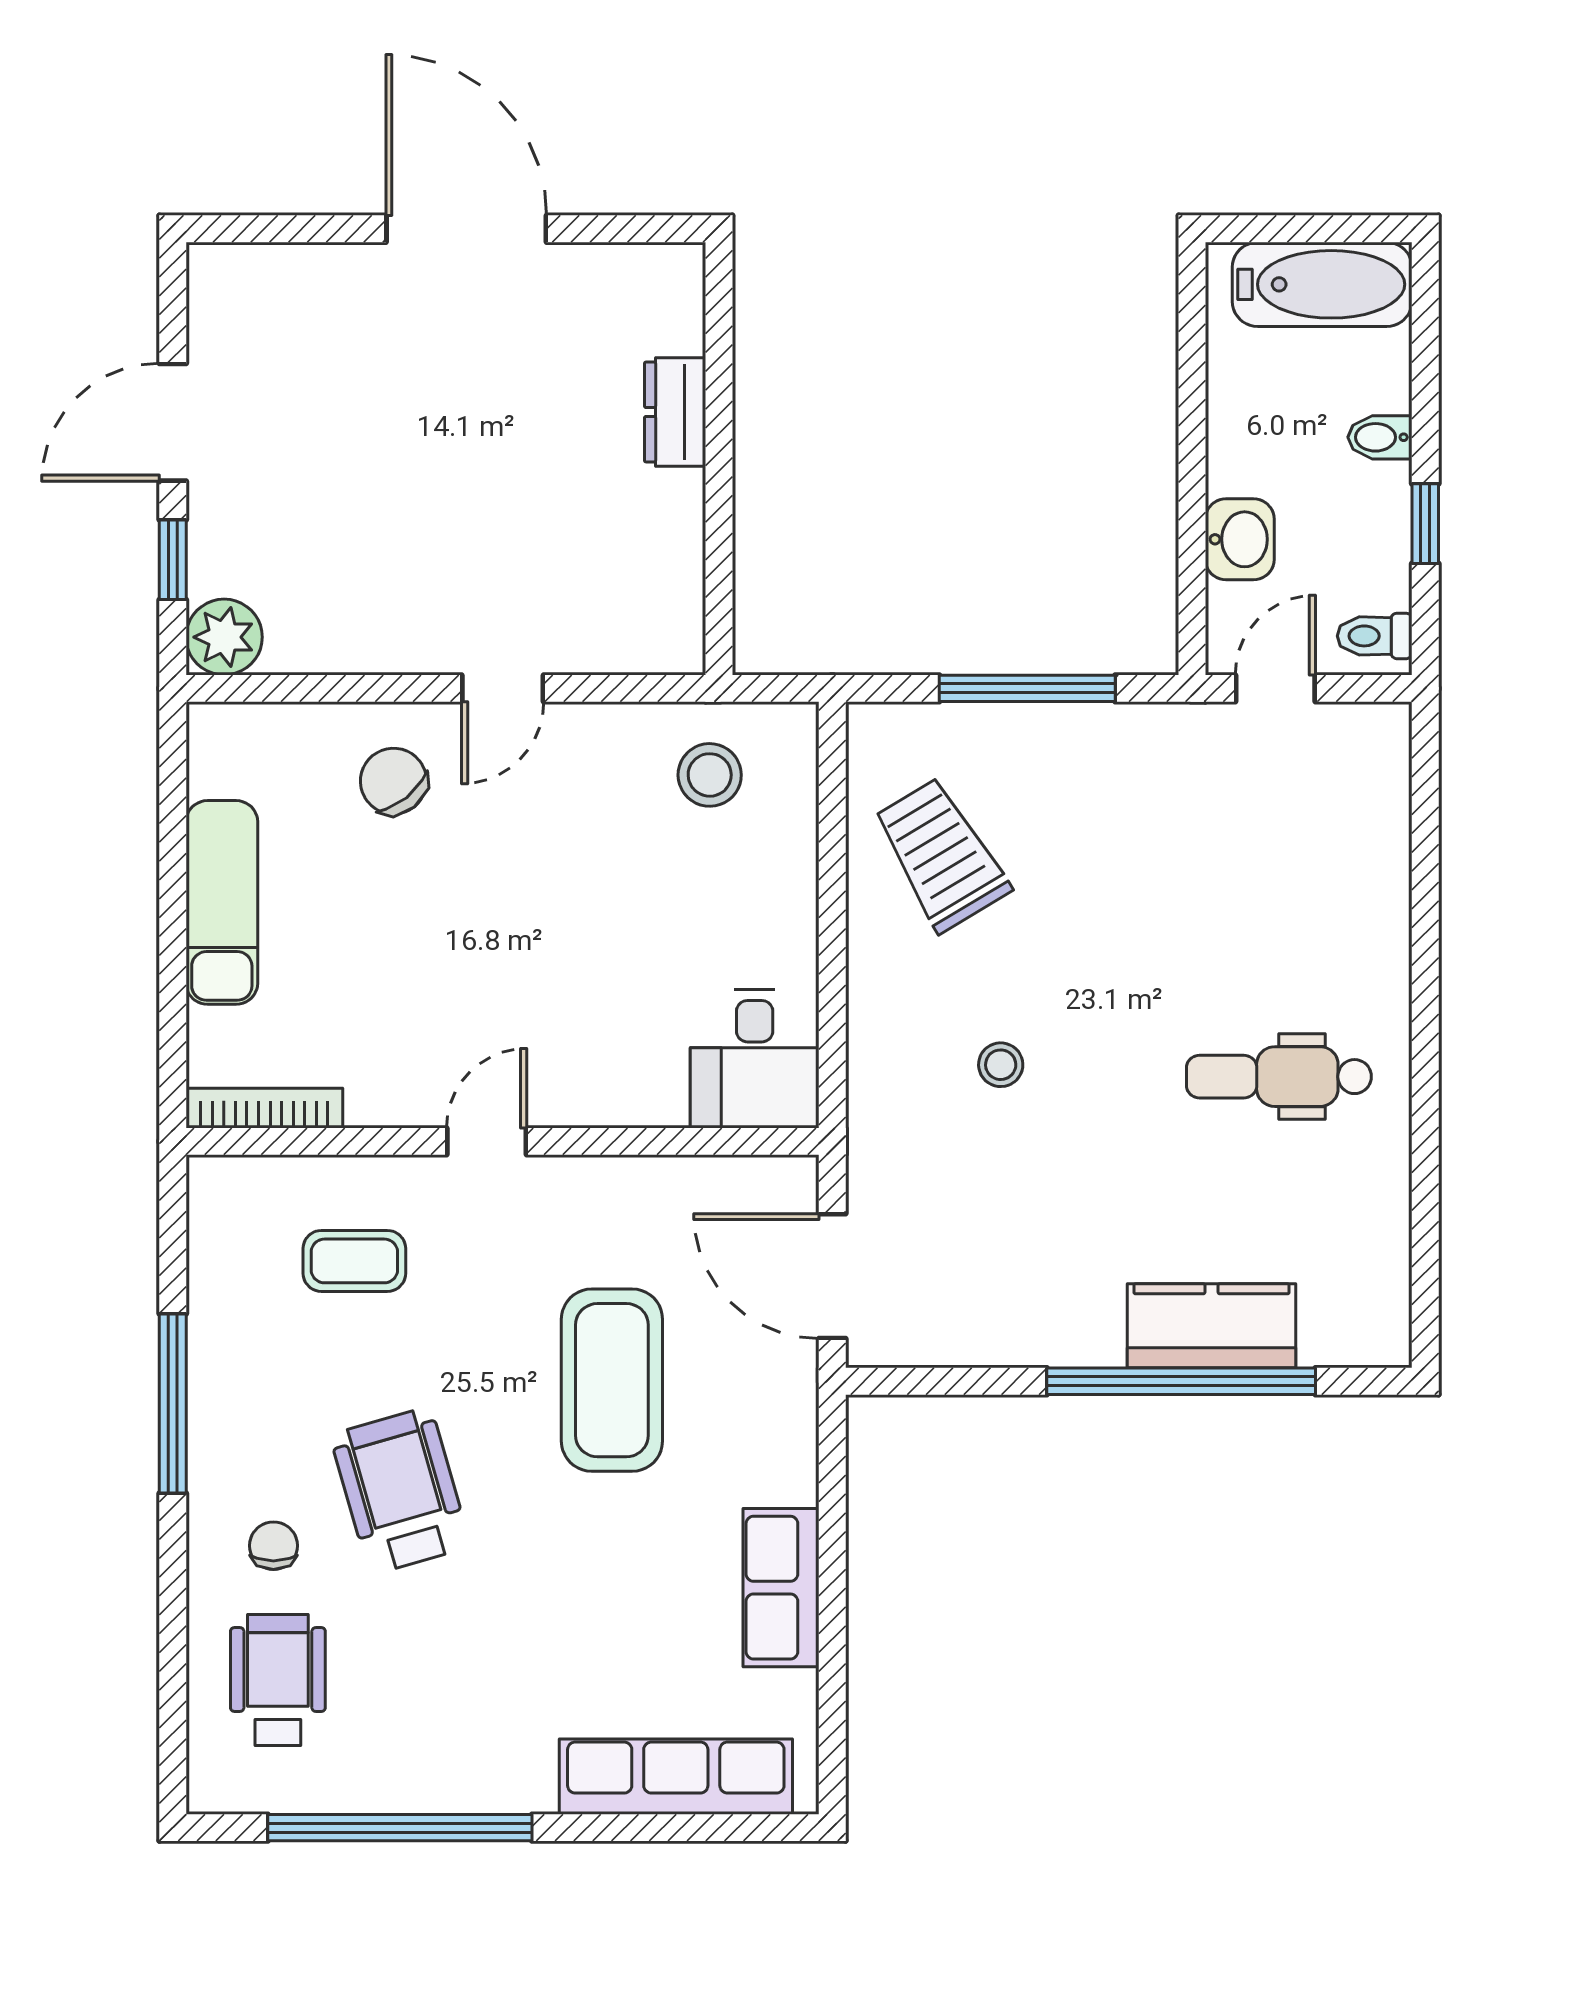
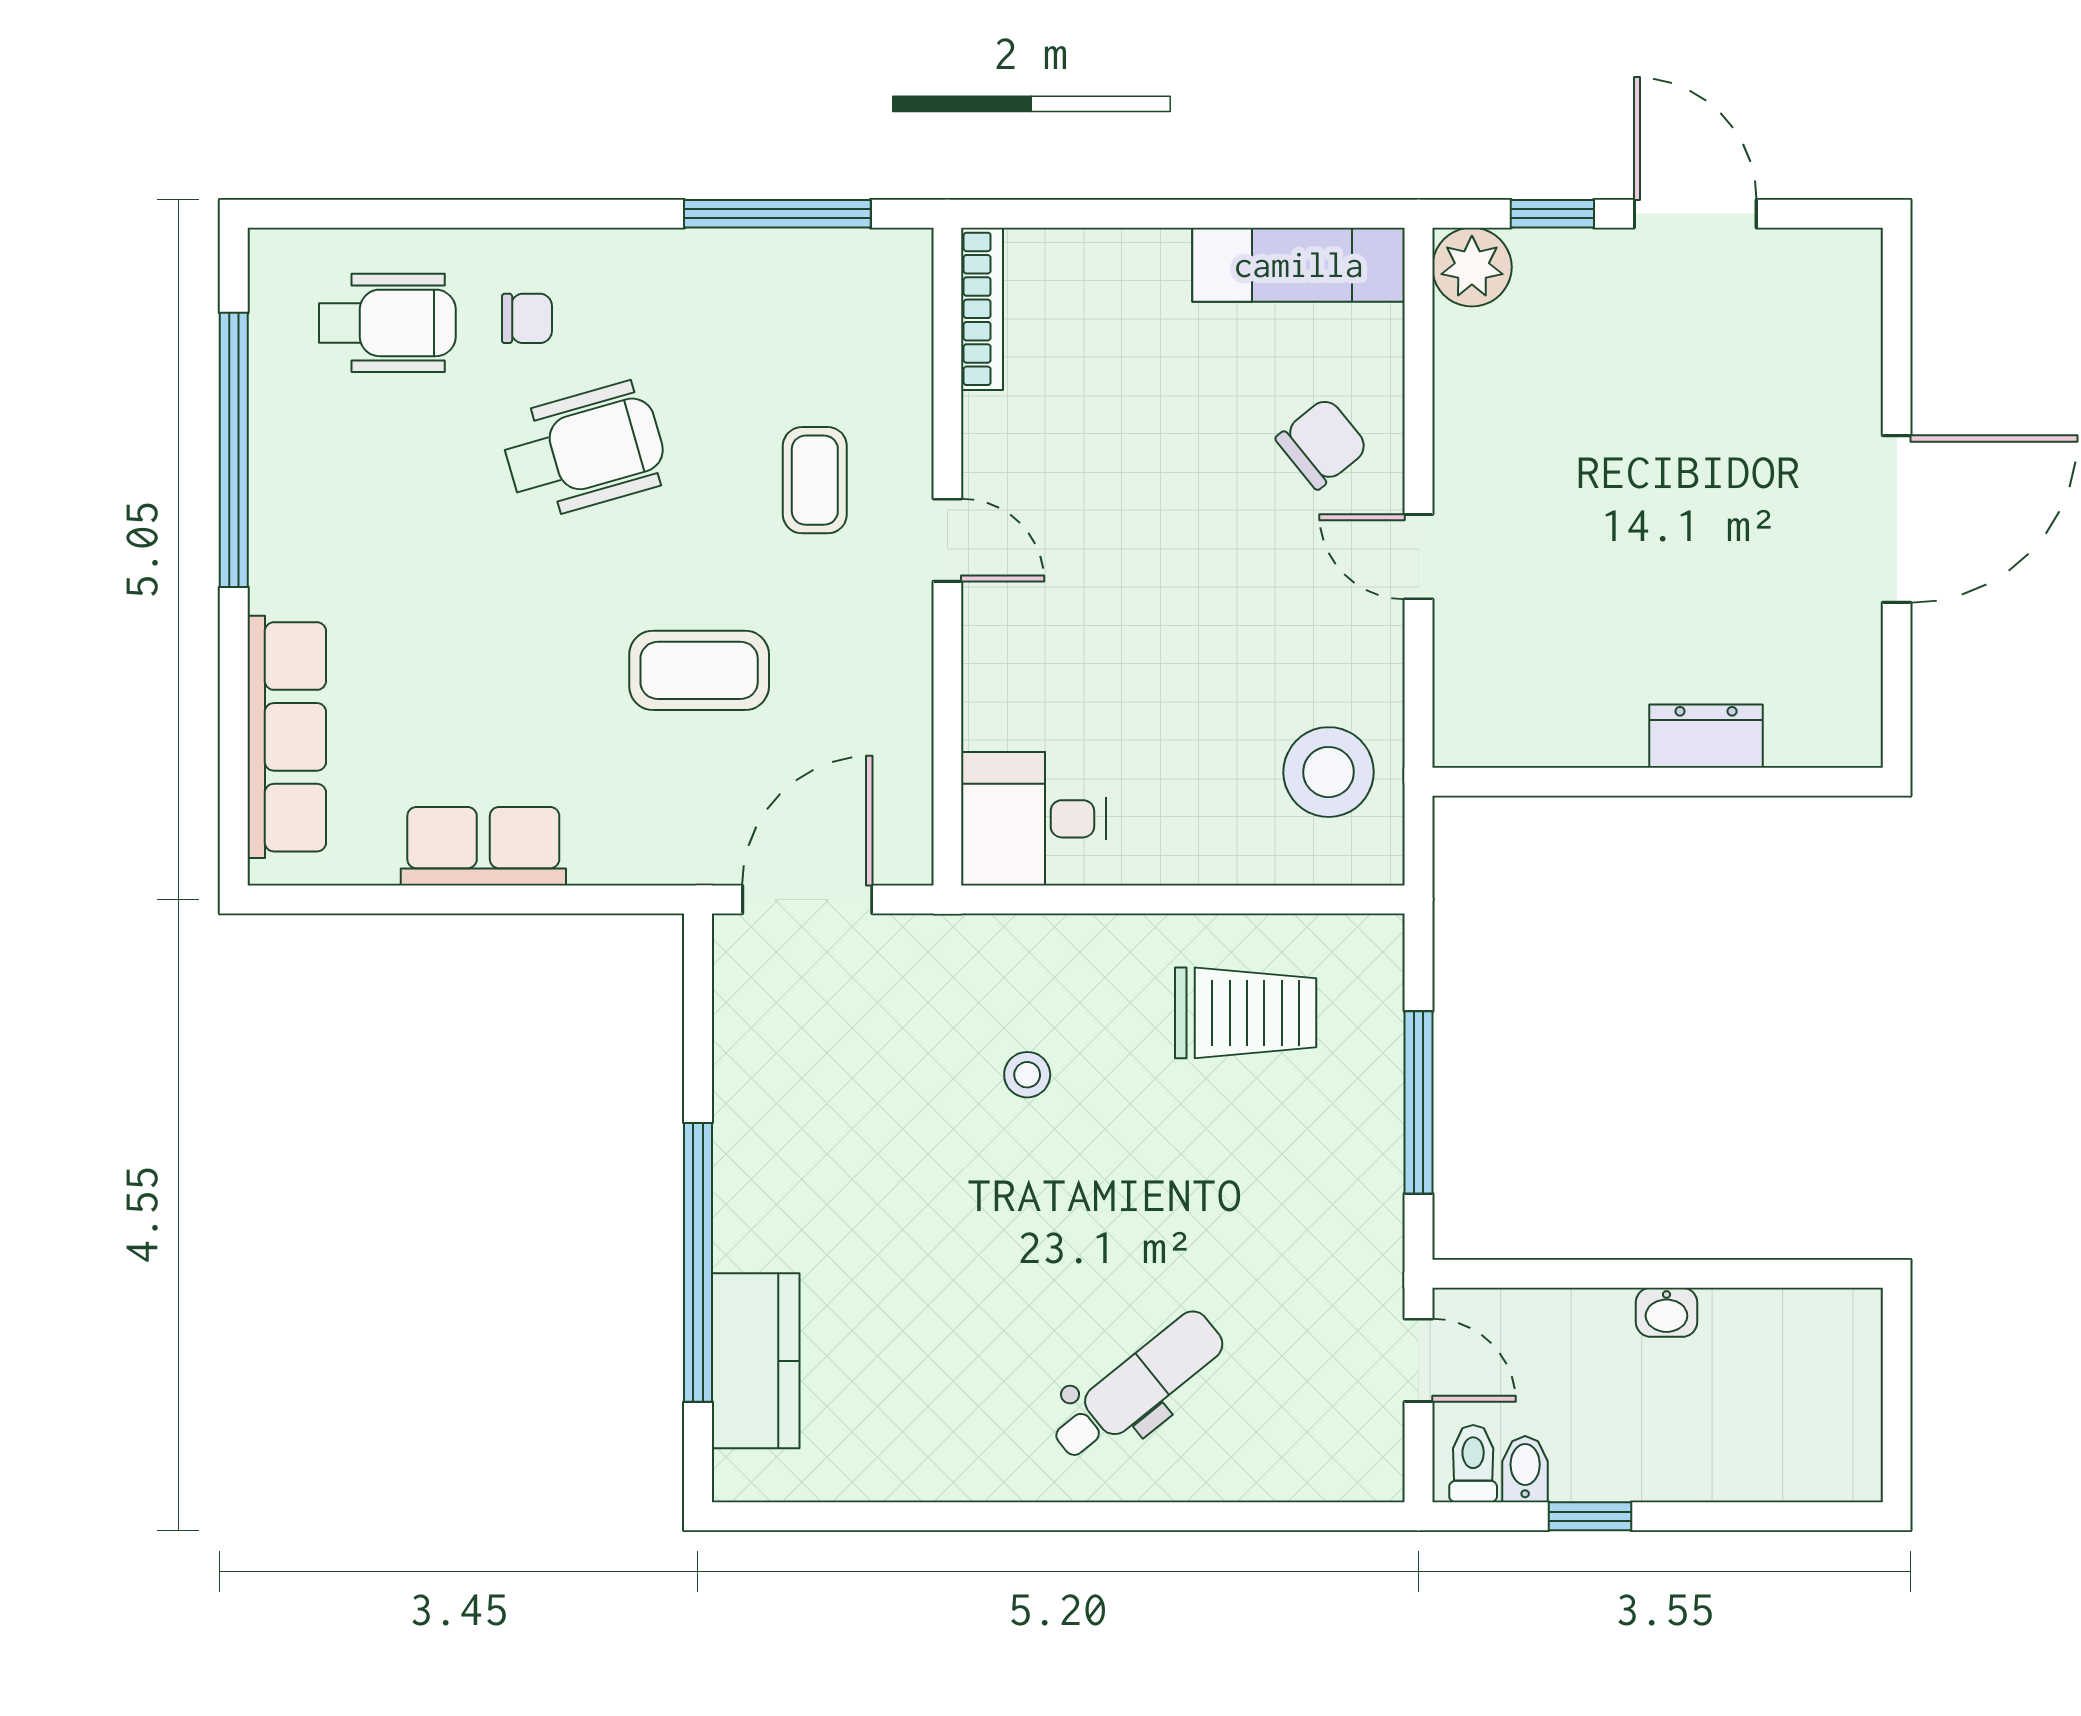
bathtub: (1322, 284) -> (1839, 1409), removed
bidet: (1380, 437) -> (1525, 1469), moved
washbasin: (1240, 539) -> (1666, 1312), moved, width x0.72, depth x0.69
stool: (710, 775) -> (1329, 772), width x1.38, depth x1.38
trolley: (941, 855) -> (1246, 1013), turned 31
exam couch: (222, 902) -> (1299, 265), moved
dental chair: (1279, 1077) -> (1137, 1386), moved, turned 51
coffee table: (354, 1261) -> (815, 480), moved
kitchen counter: (1212, 1326) -> (756, 1361), moved
coffee table: (612, 1380) -> (699, 670), width x0.73, depth x0.76
window: (173, 1403) -> (777, 214), moved

